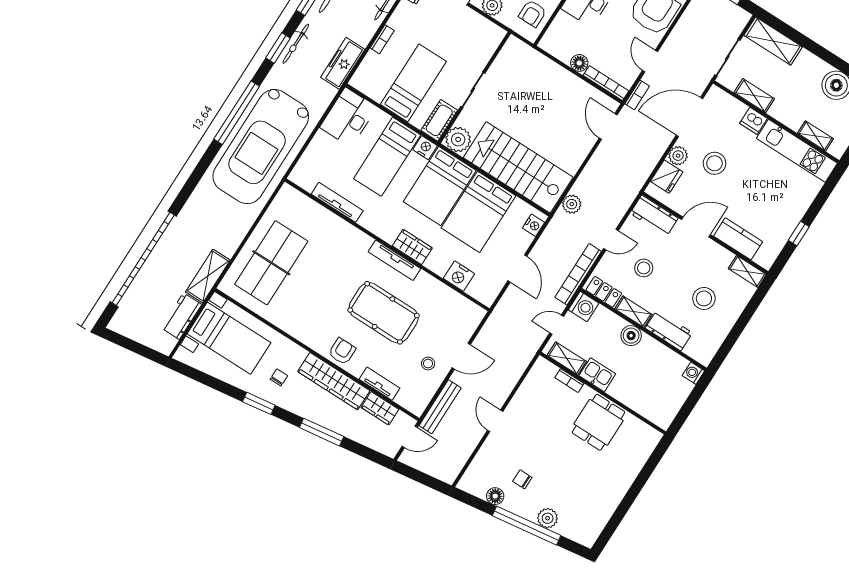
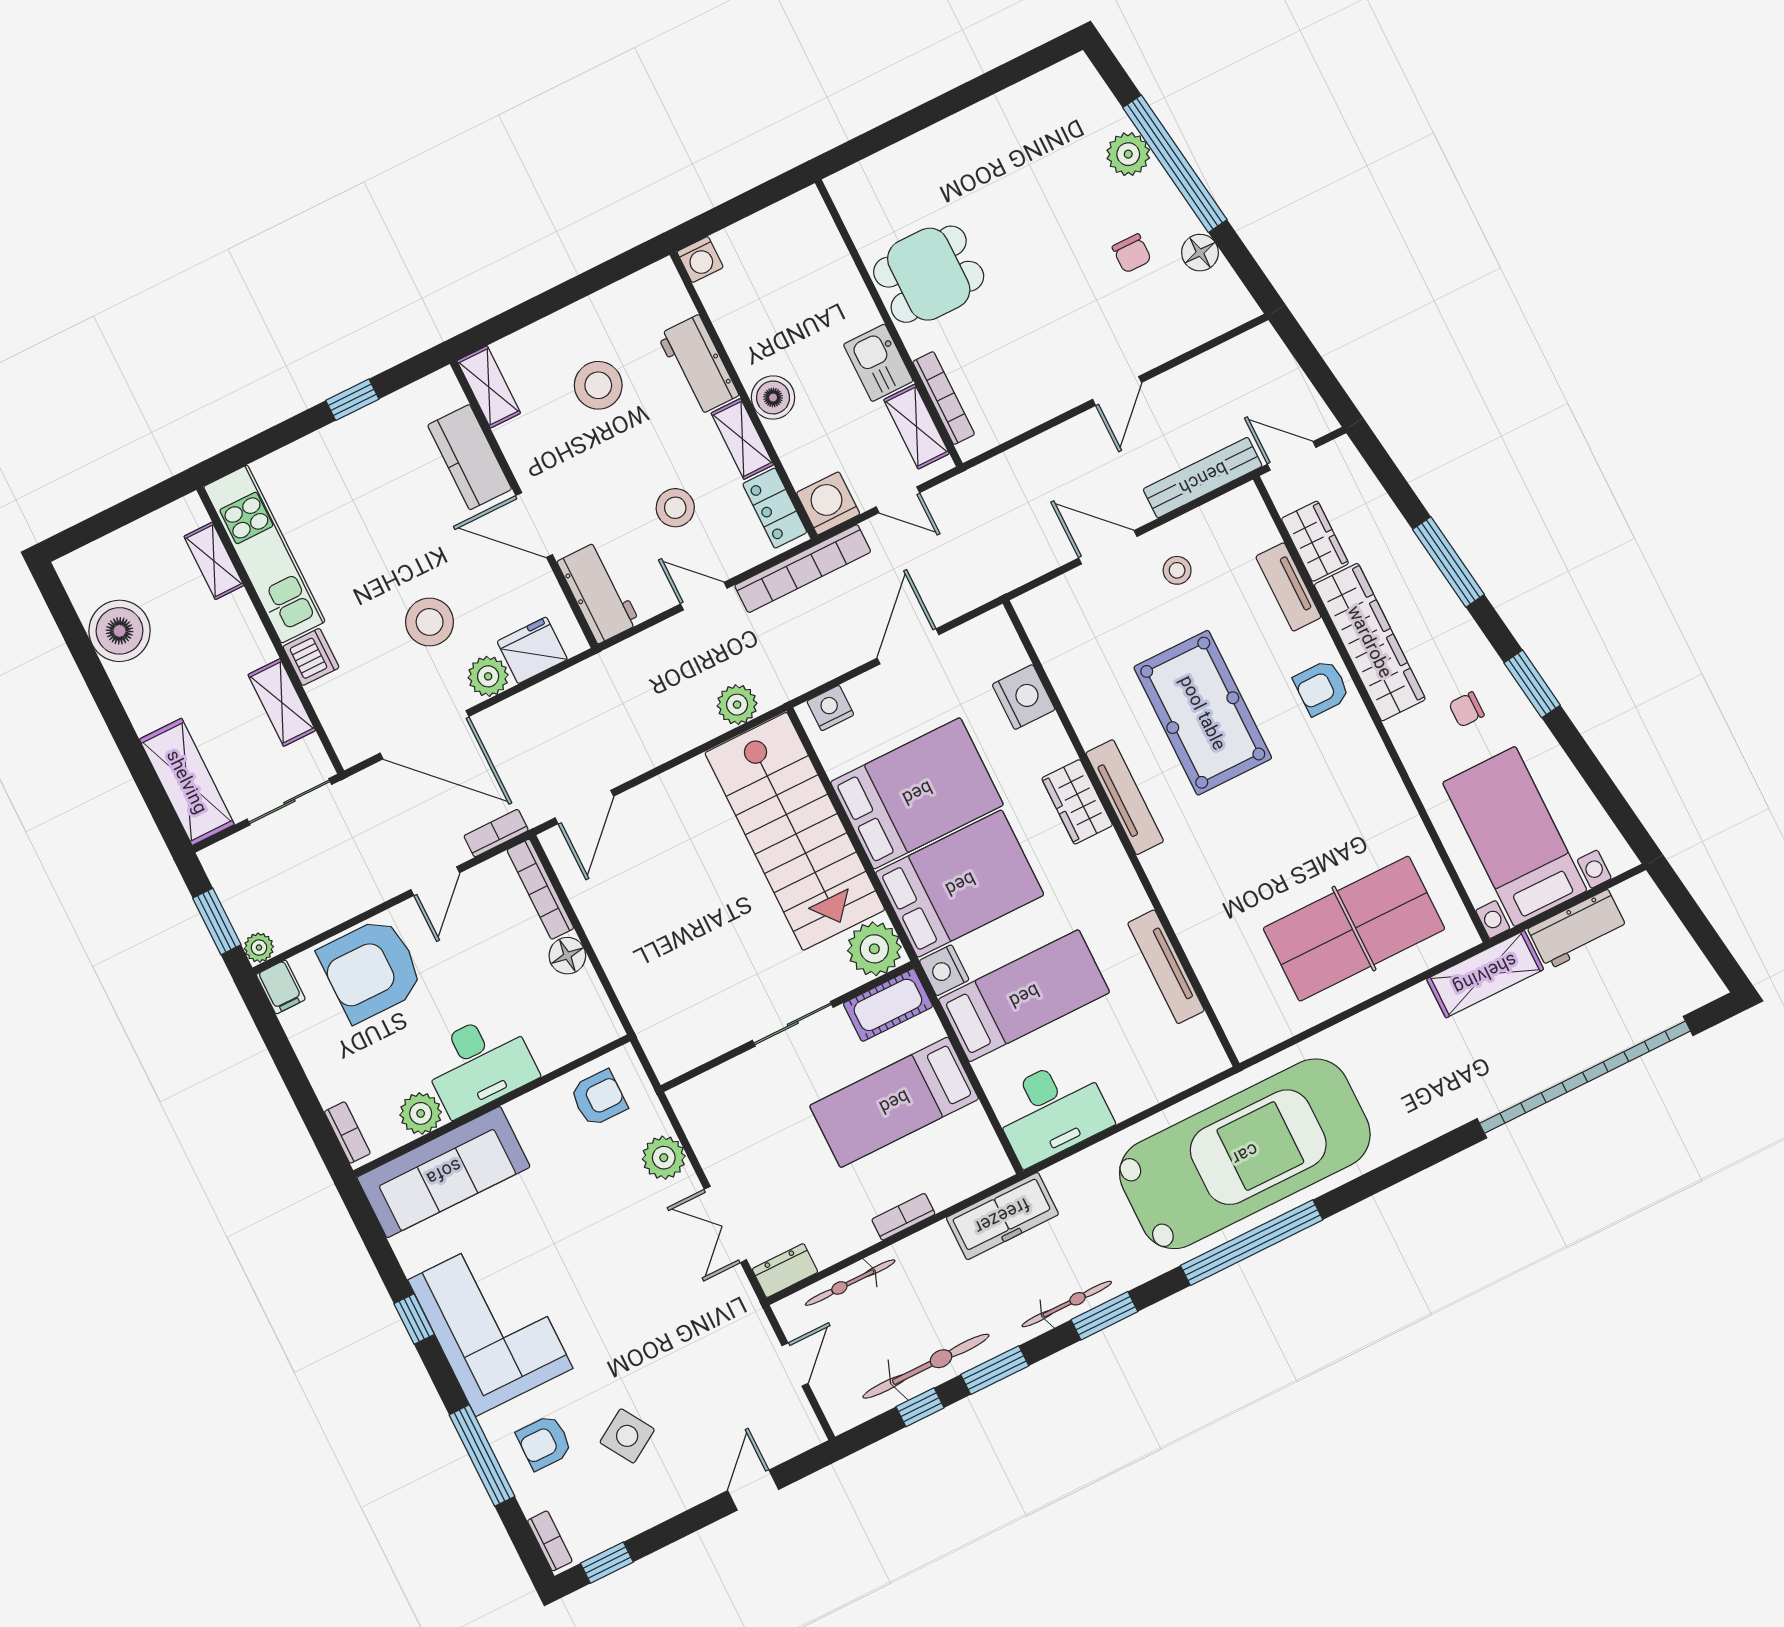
bookcase: (569, 381) -> (944, 398), width x1.56

